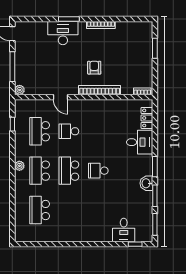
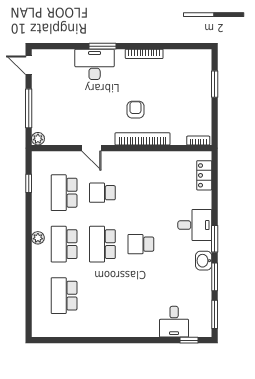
desk: (140, 142) -> (195, 225), moved

